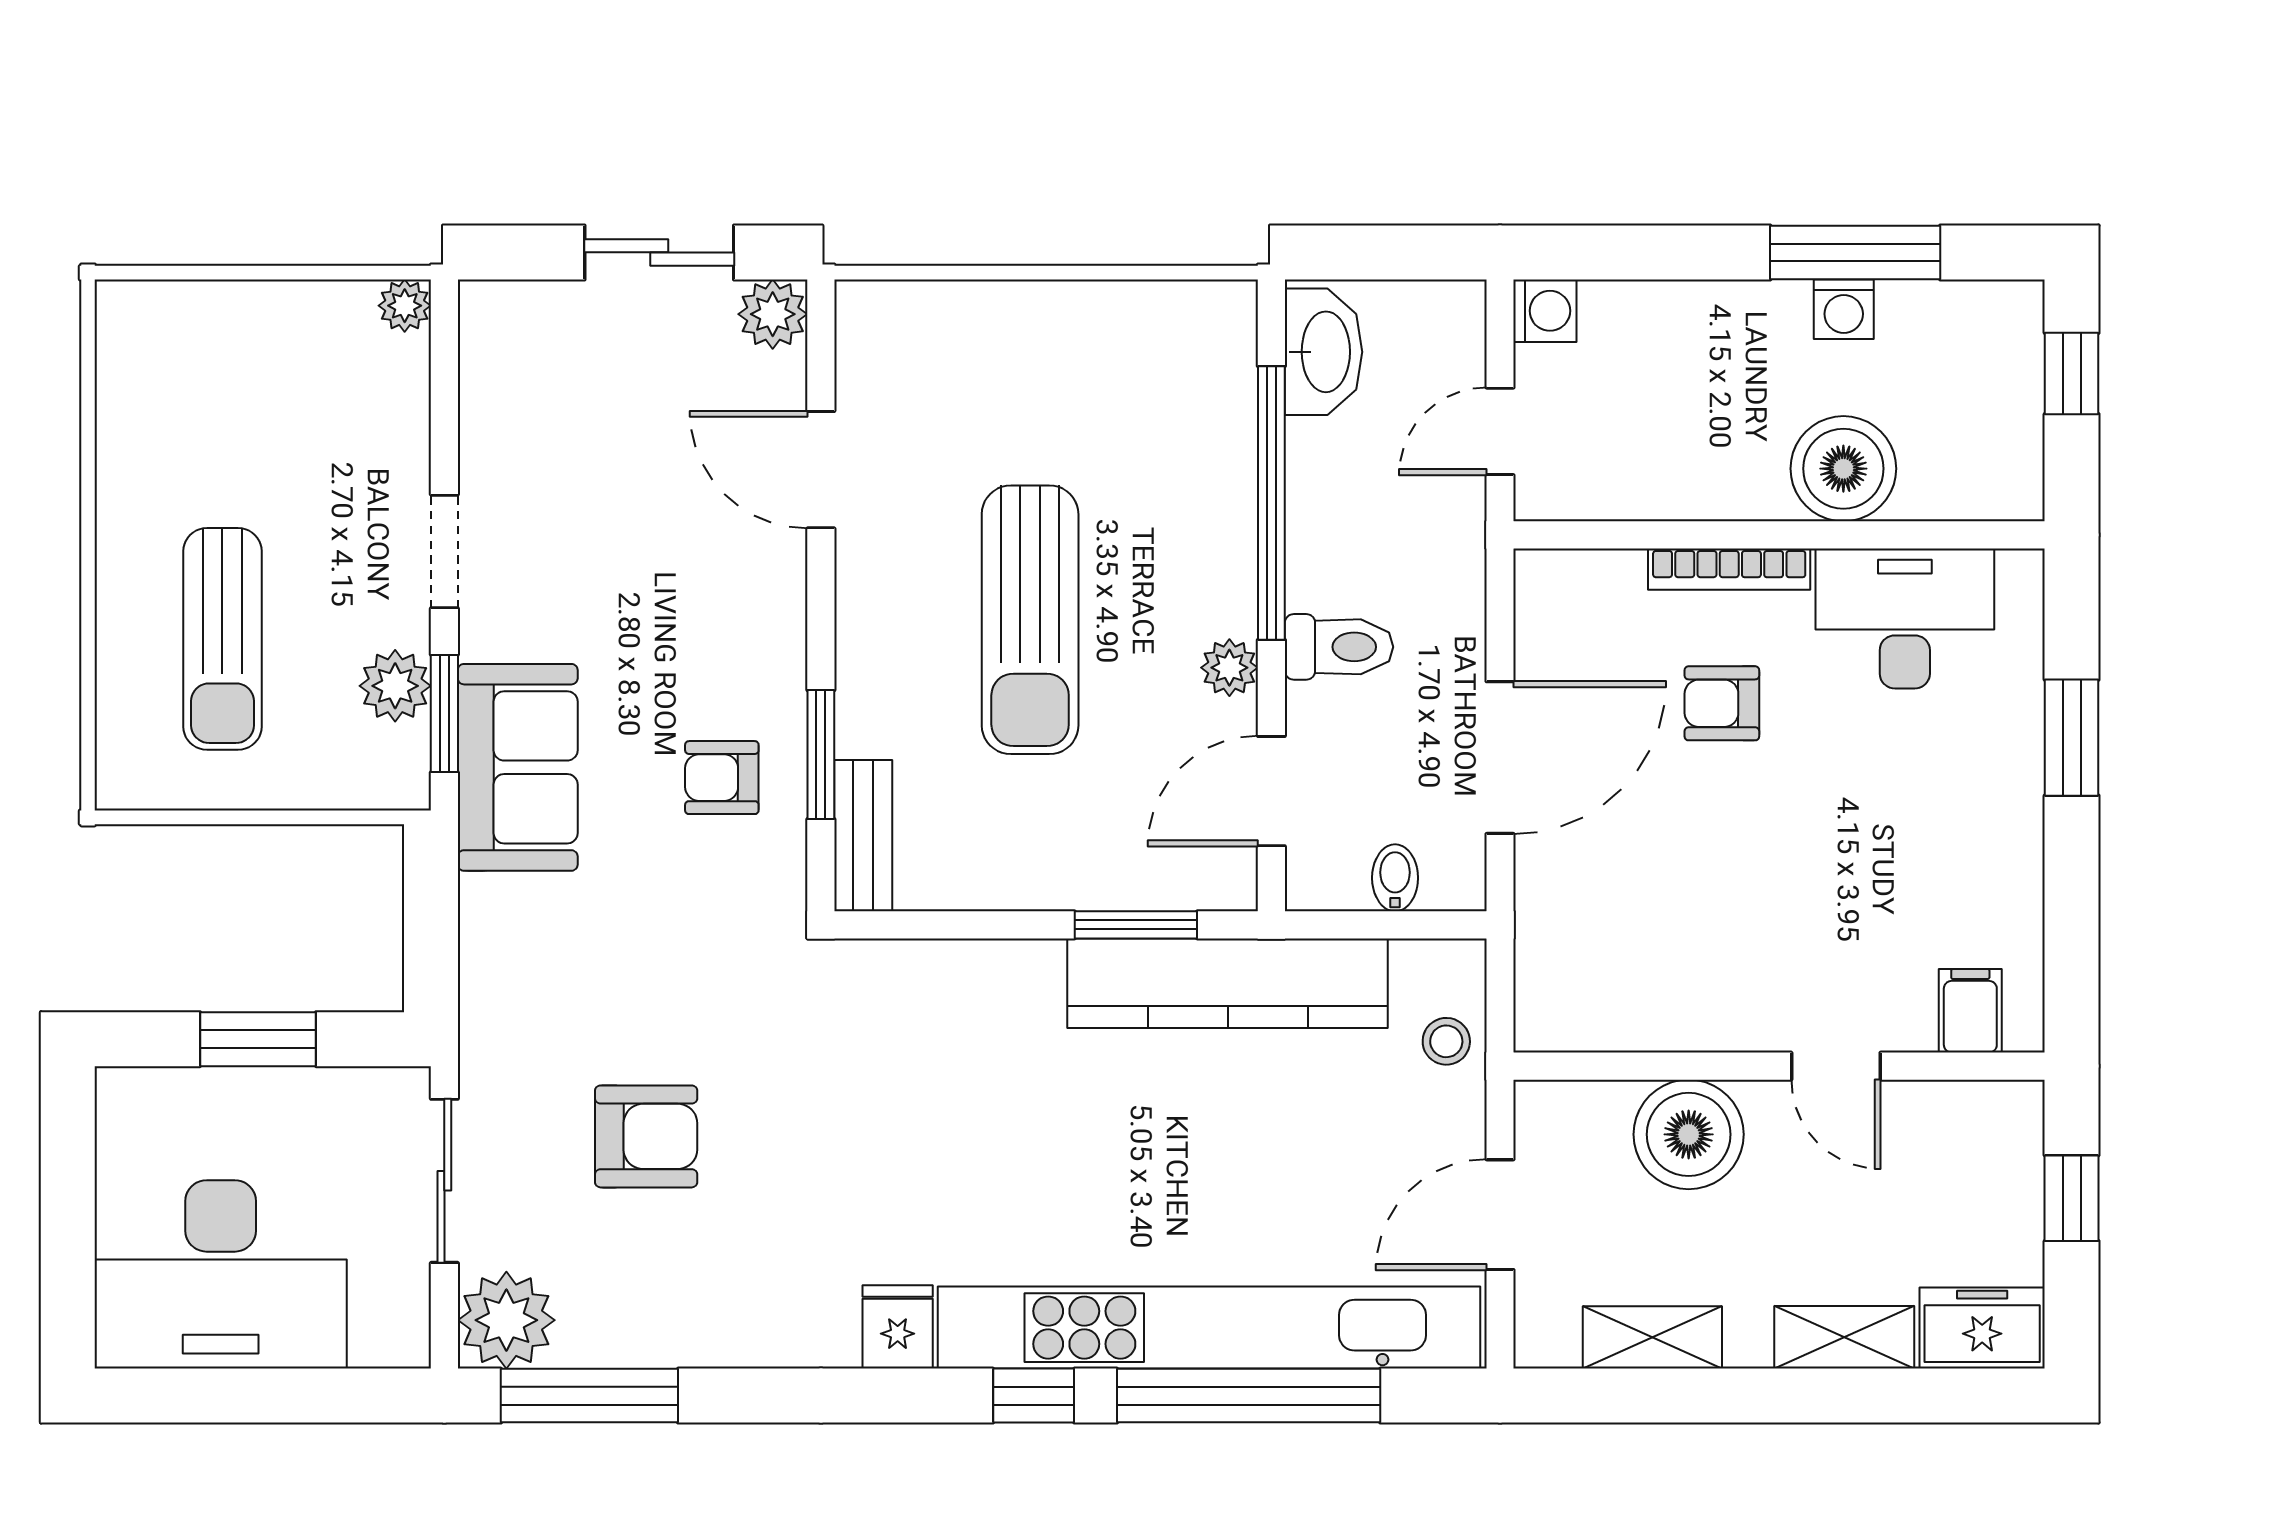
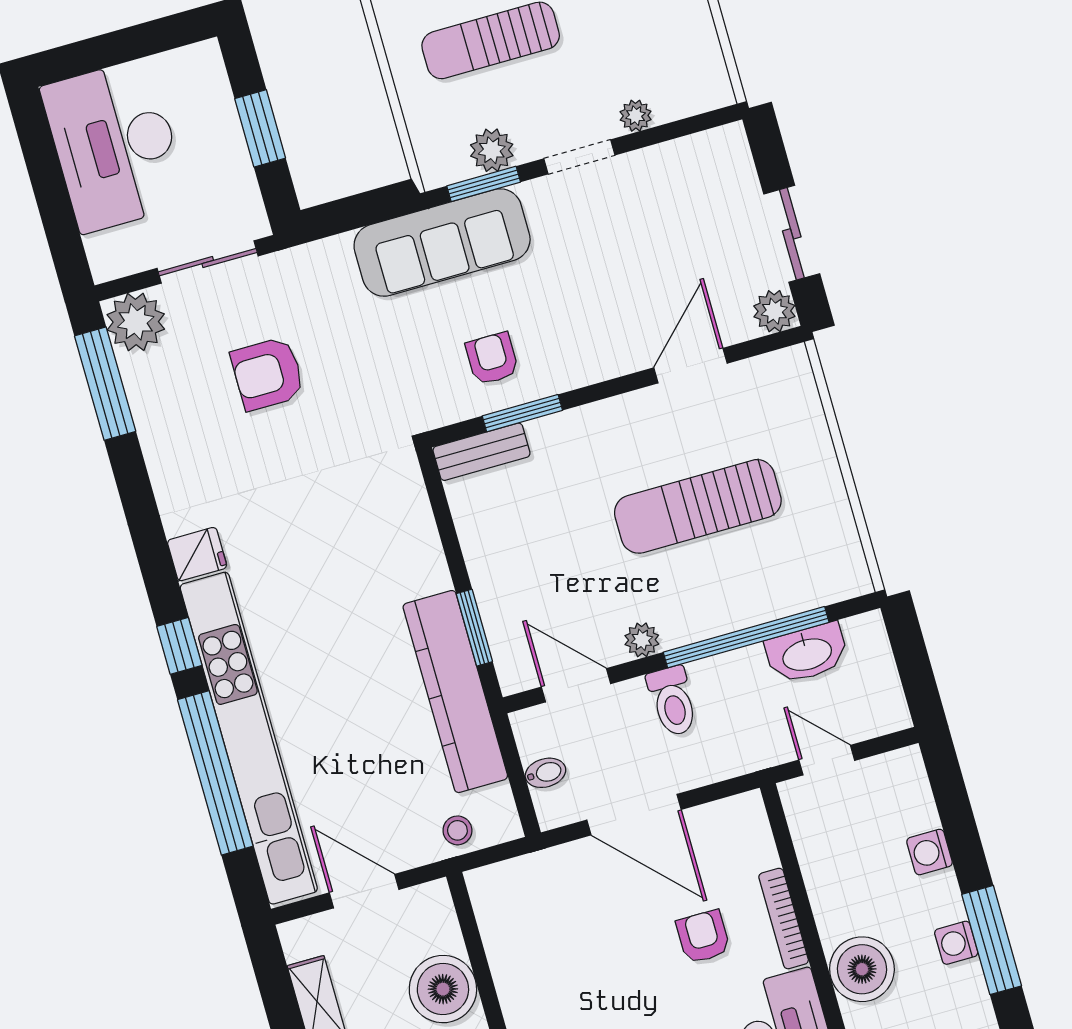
plant: (405, 306) -> (636, 116), moved
washing machine: (1545, 311) -> (930, 852), moved, turned 90
washbasin: (1324, 352) -> (807, 653), moved
sun lounger: (1030, 620) -> (698, 506), moved
sofa: (518, 767) -> (442, 242), width x1.36
armchair: (646, 1136) -> (268, 374), turned 90

